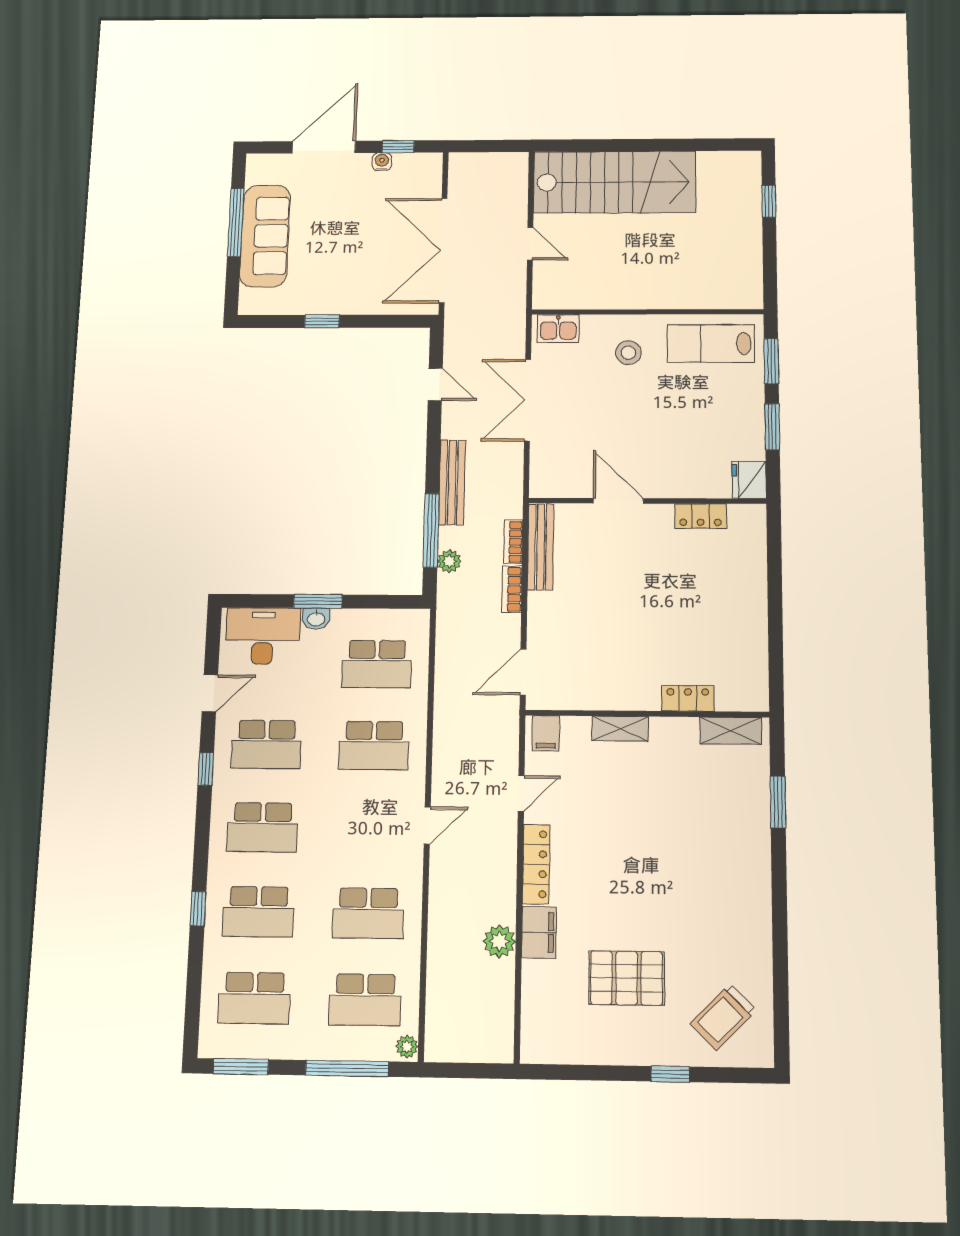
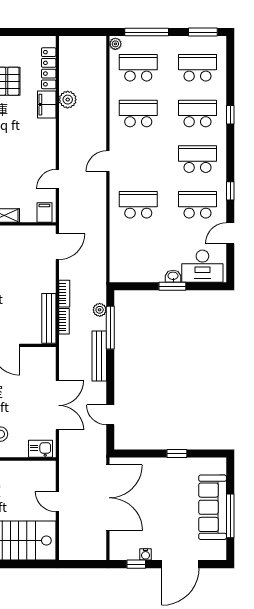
school desk: (377, 664) -> (138, 250), removed
locker: (536, 864) -> (49, 68), moved

